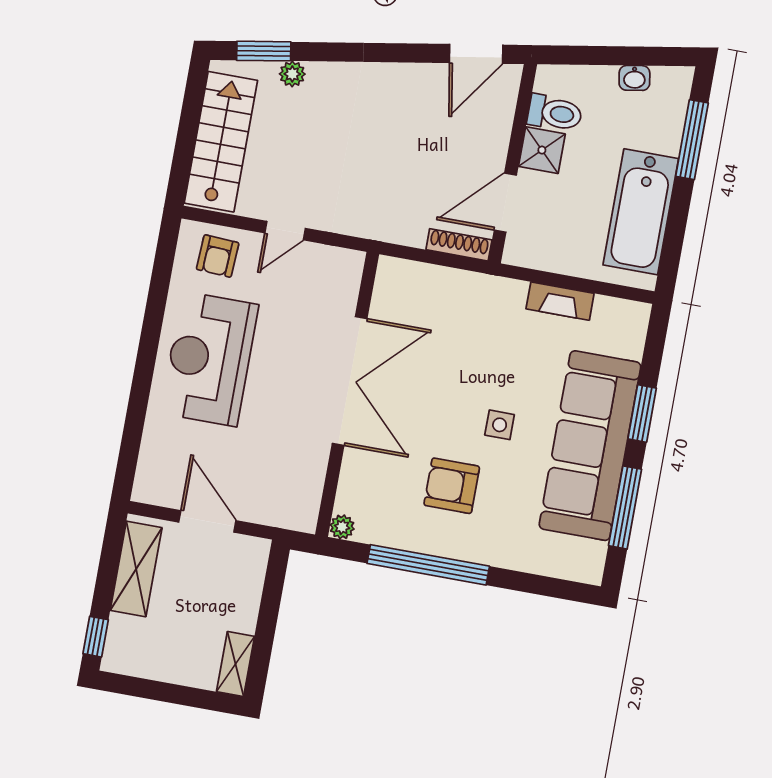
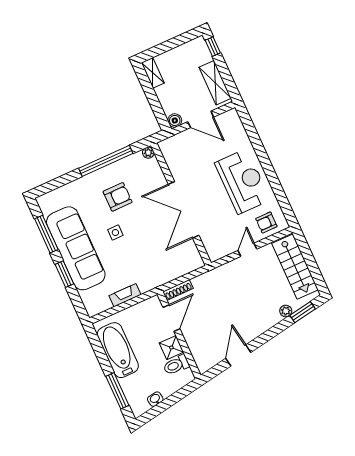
door: (476, 54) -> (238, 355), moved
armchair: (218, 256) -> (266, 223), turned -93
boiler: (255, 552) -> (175, 120), added

